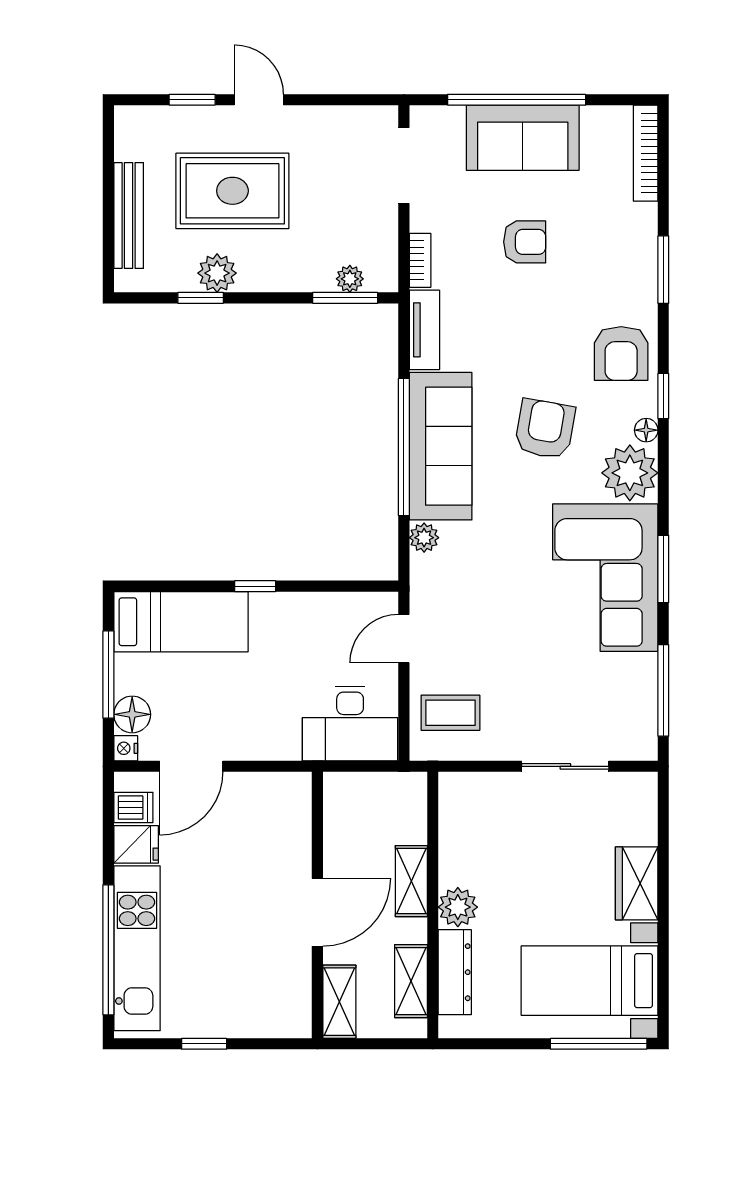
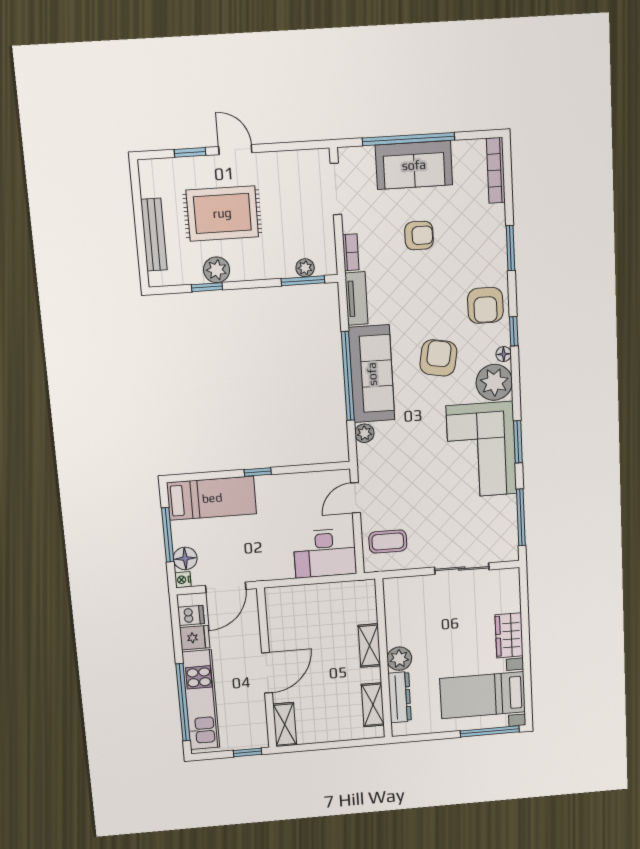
wall: (317, 905) -> (267, 668), moved
door: (317, 912) -> (267, 673), moved
shelving: (339, 1002) -> (285, 724), moved

